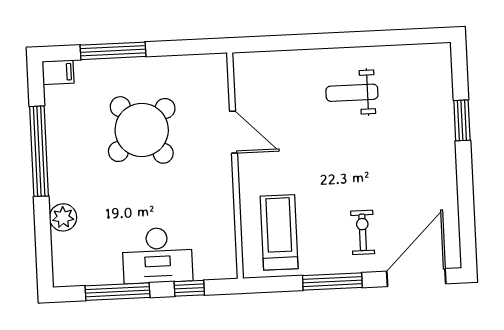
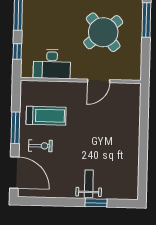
weight bench: (352, 93) -> (89, 184), moved
treadmill: (279, 232) -> (46, 116), moved
desk: (157, 255) -> (52, 64), moved, turned -90

